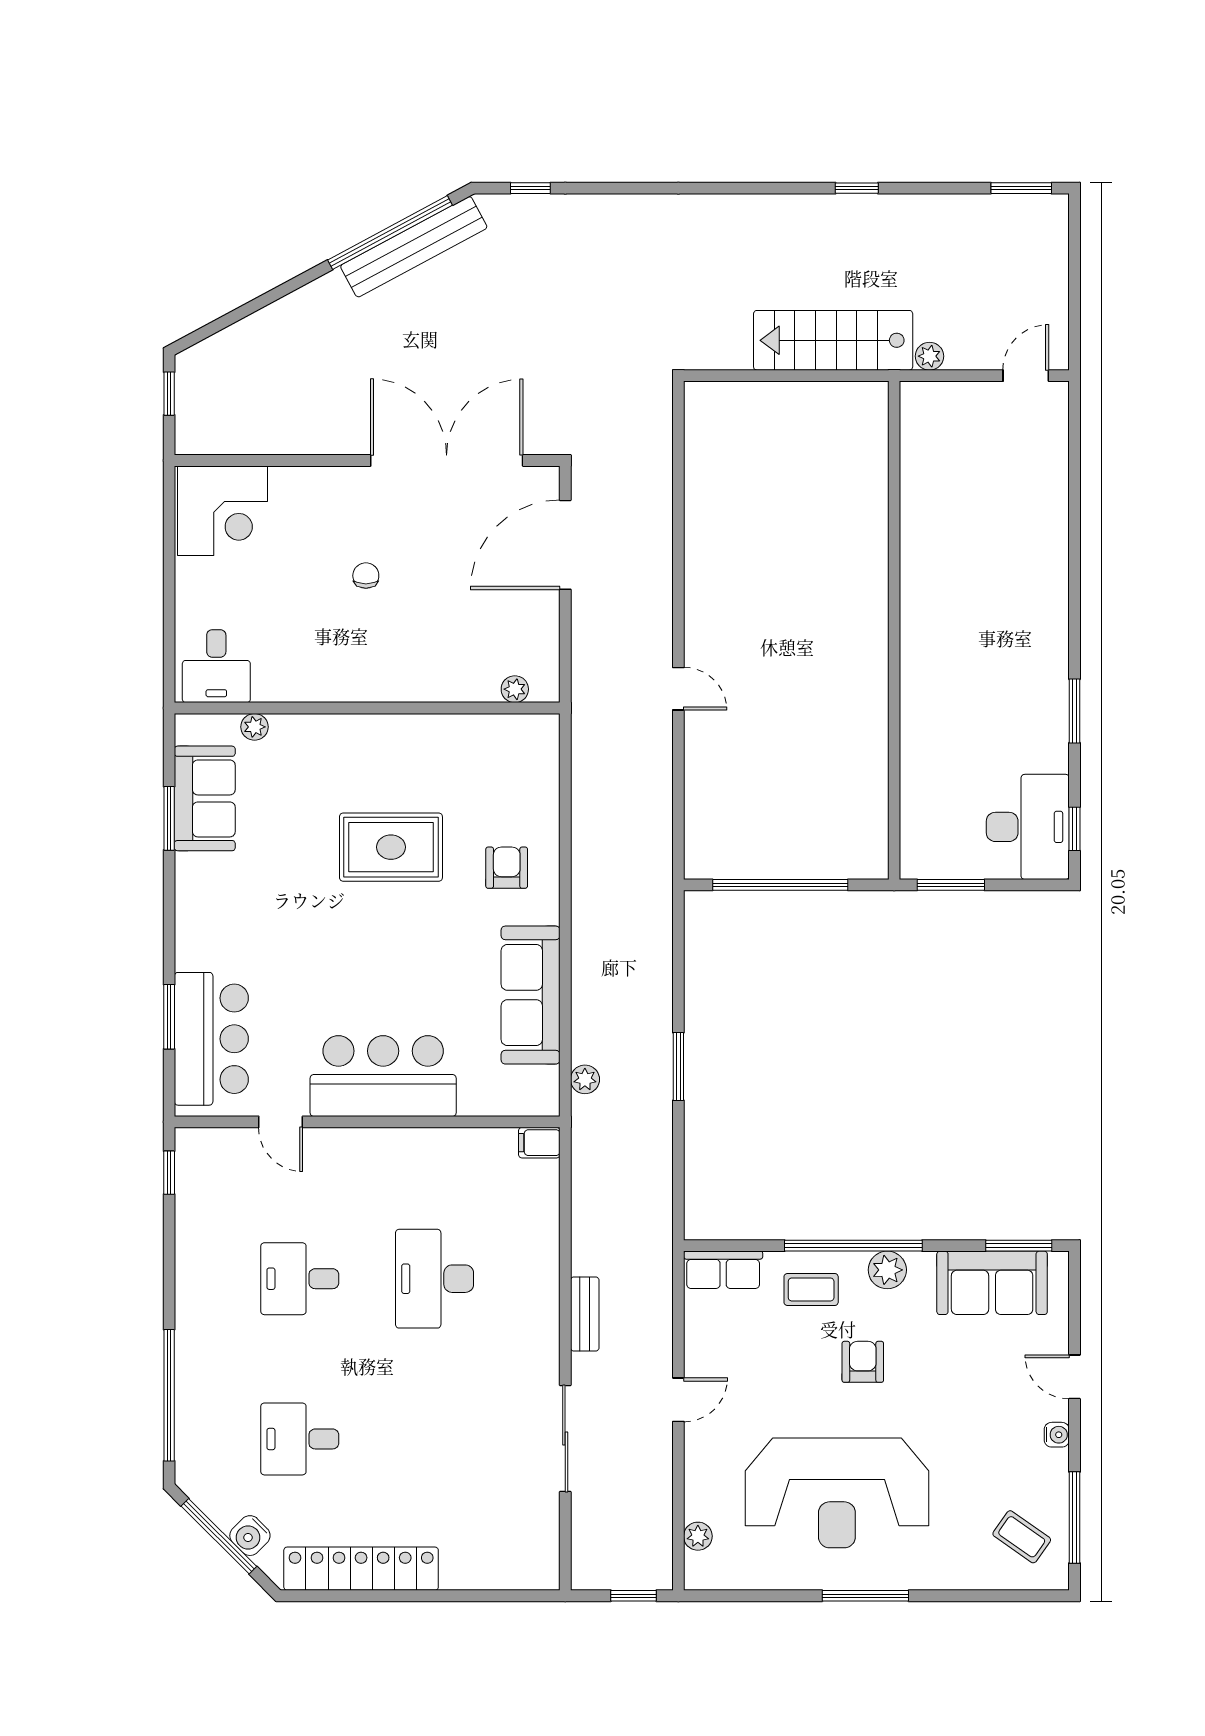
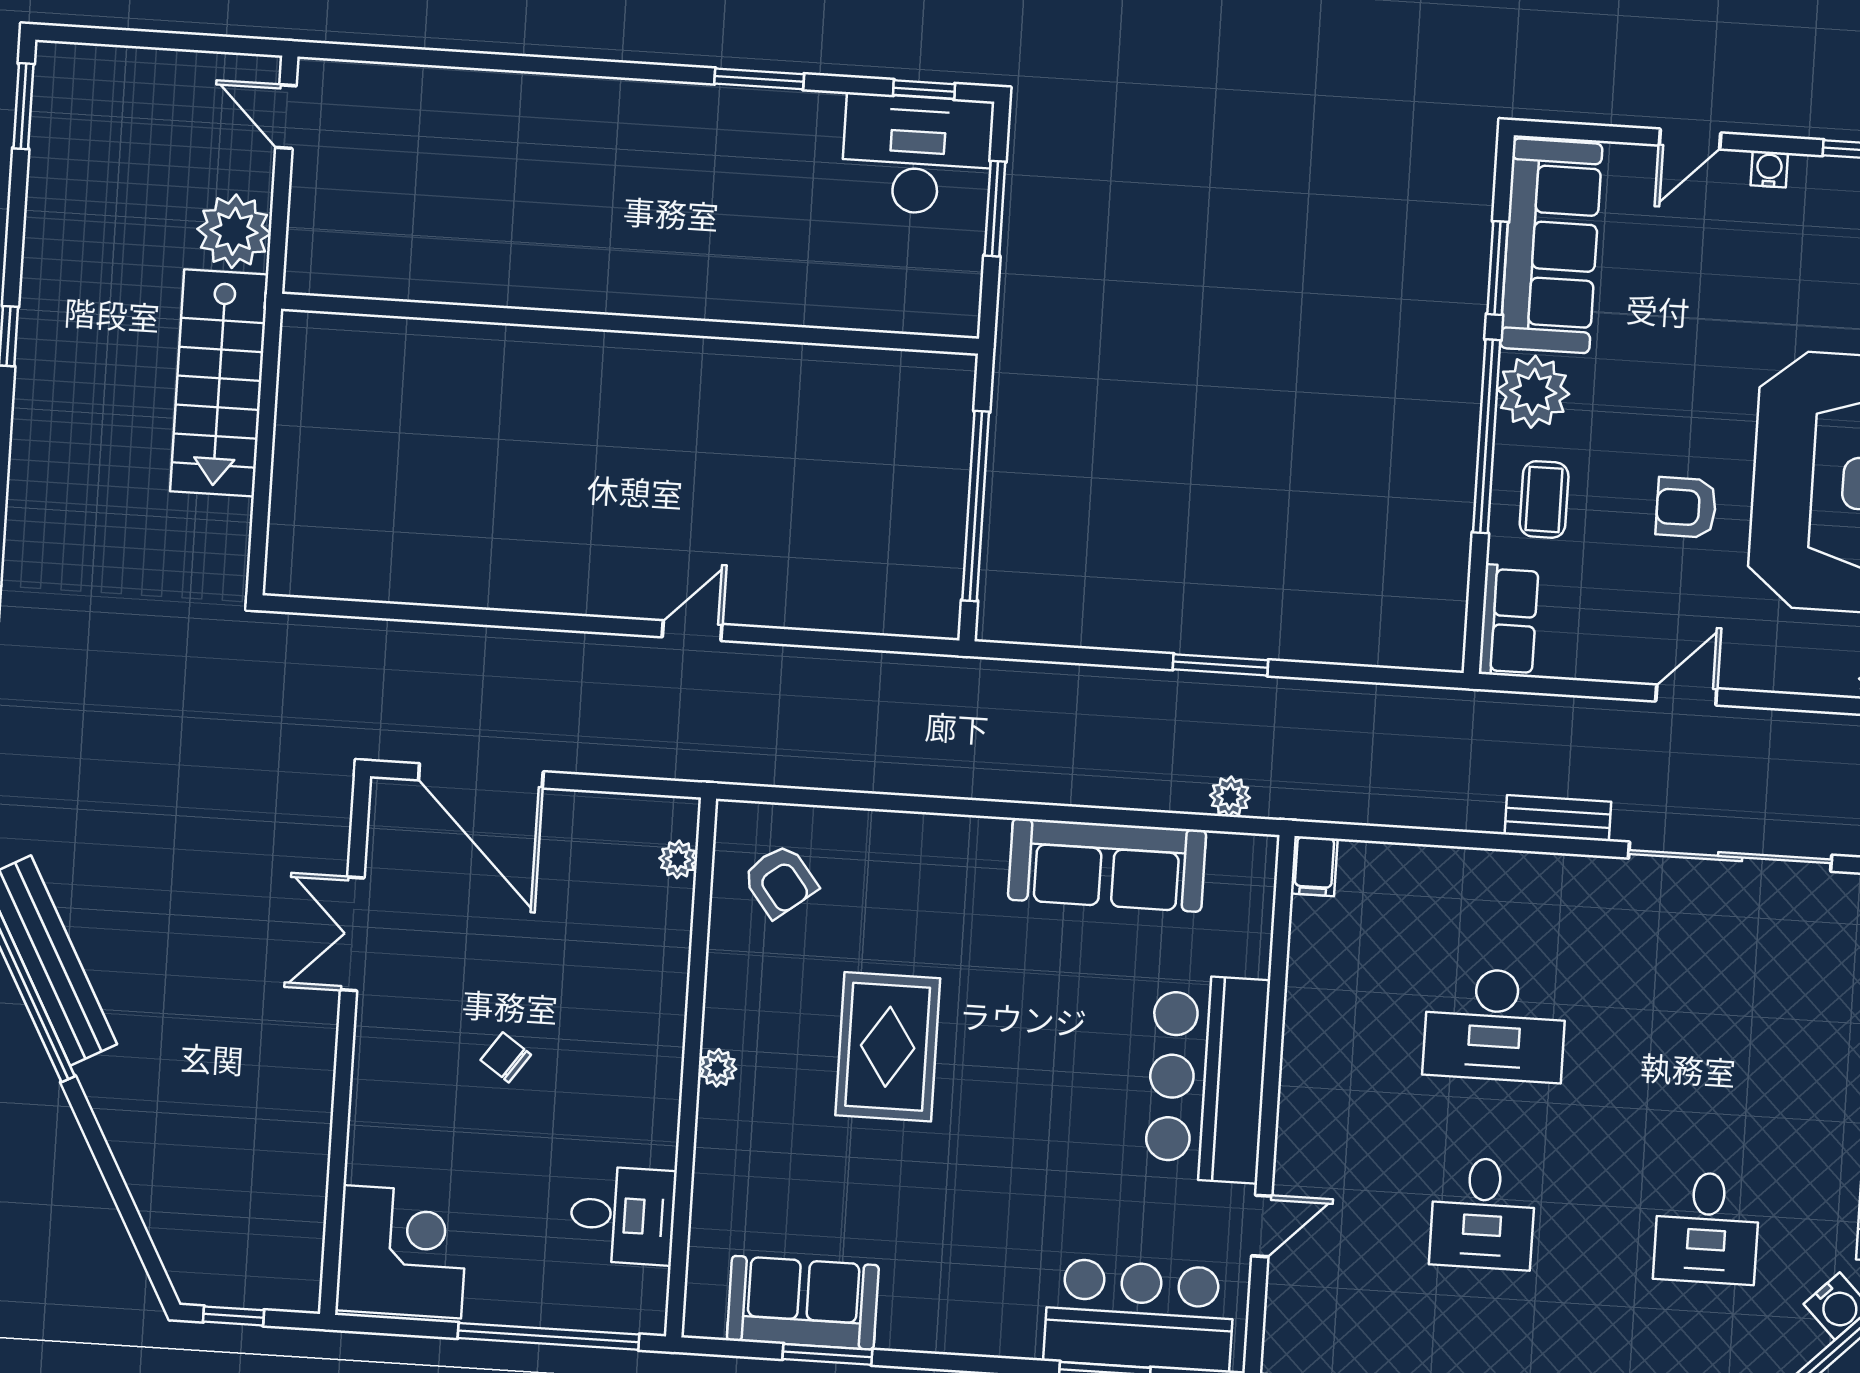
plant: (929, 356) -> (234, 231), width x1.87, depth x1.87
double door: (447, 460) -> (352, 934), width x0.54
chair: (366, 576) -> (506, 1057), turned 35
window: (169, 619) -> (548, 1336), added
desk: (216, 666) -> (623, 1215), moved
plant: (254, 727) -> (718, 1068), moved
armchair: (507, 868) -> (780, 881), moved, turned -128
window: (951, 885) -> (995, 209), moved
window: (1019, 1246) -> (1498, 268), moved
plant: (887, 1270) -> (1533, 392), width x1.36, depth x1.36
sofa: (992, 1283) -> (1551, 246), width x1.36
armchair: (863, 1362) -> (1686, 507), moved
door: (678, 1400) -> (1686, 695), hinge flipped
sliding door: (565, 1439) -> (1730, 857), width x1.36

